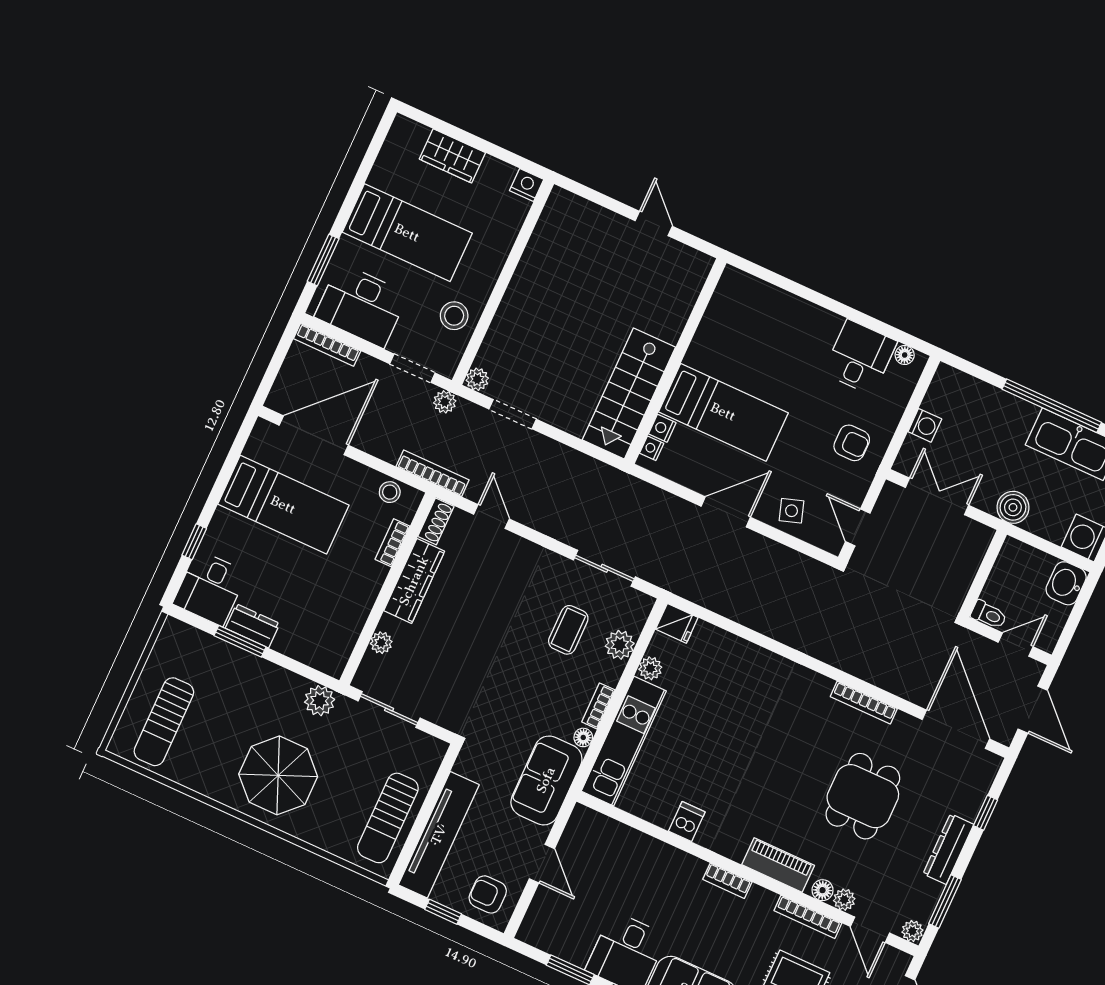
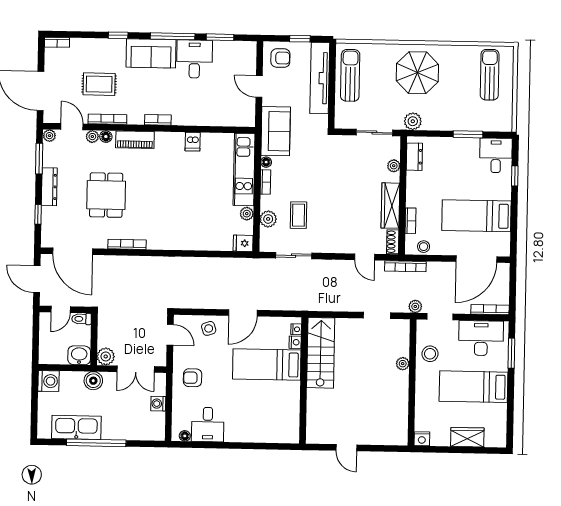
plant: (477, 379) -> (403, 364), moved
plant: (976, 538) -> (106, 356), added
washbasin: (1066, 583) -> (79, 355), moved, turned -90
dresser: (252, 626) -> (414, 157), moved, turned -90

